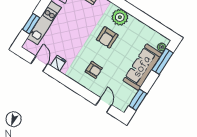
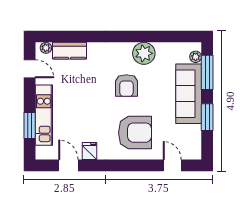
plant: (120, 17) -> (144, 53), moved
armchair: (94, 70) -> (135, 133), width x1.88, depth x1.88
window: (138, 100) -> (207, 117), moved

